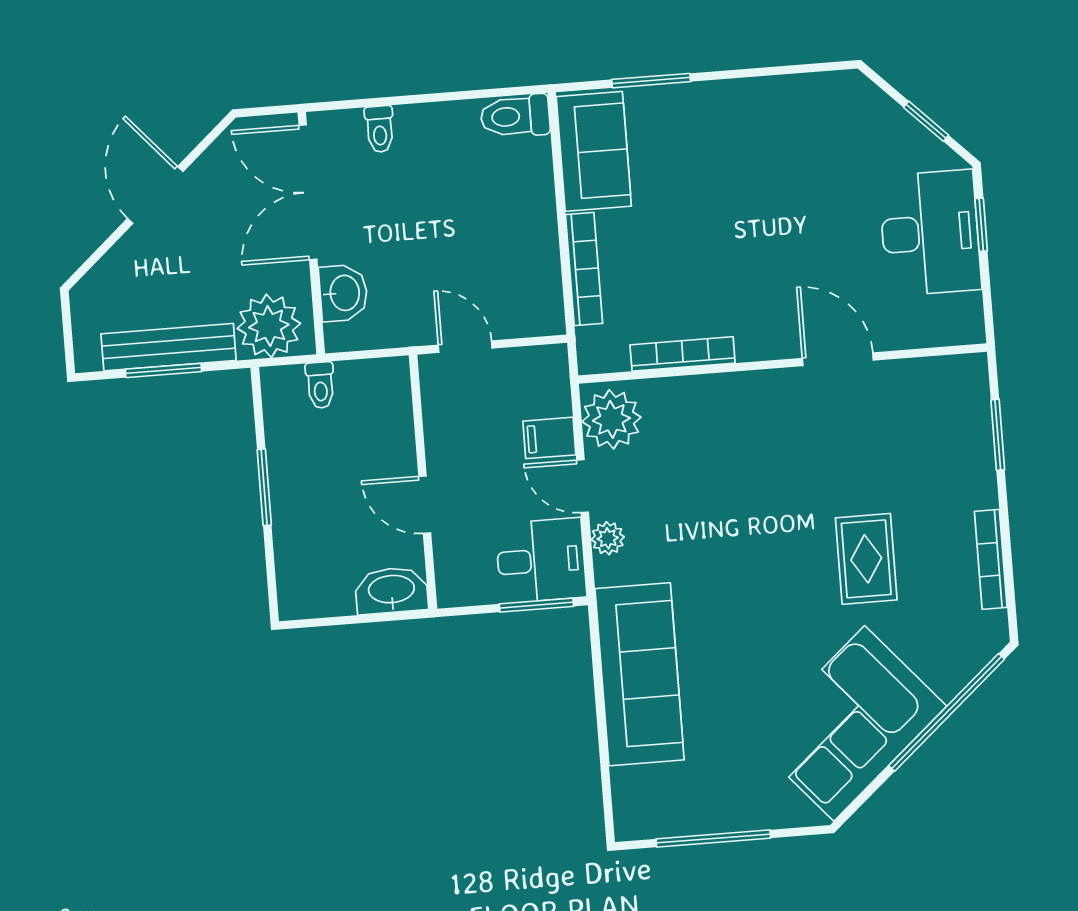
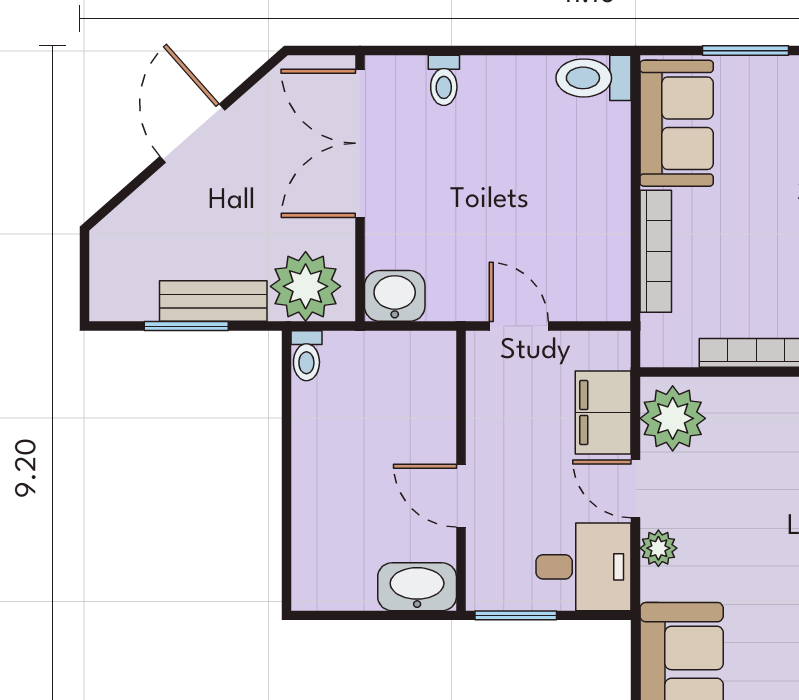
washbasin: (343, 293) -> (395, 296), moved, turned -90
bench: (169, 347) -> (213, 301), width x0.73
toilet: (320, 385) -> (306, 356), moved
filing cabinet: (549, 438) -> (603, 413), width x2.00
window: (264, 487) -> (286, 463), removed
window: (536, 605) -> (516, 615), moved

